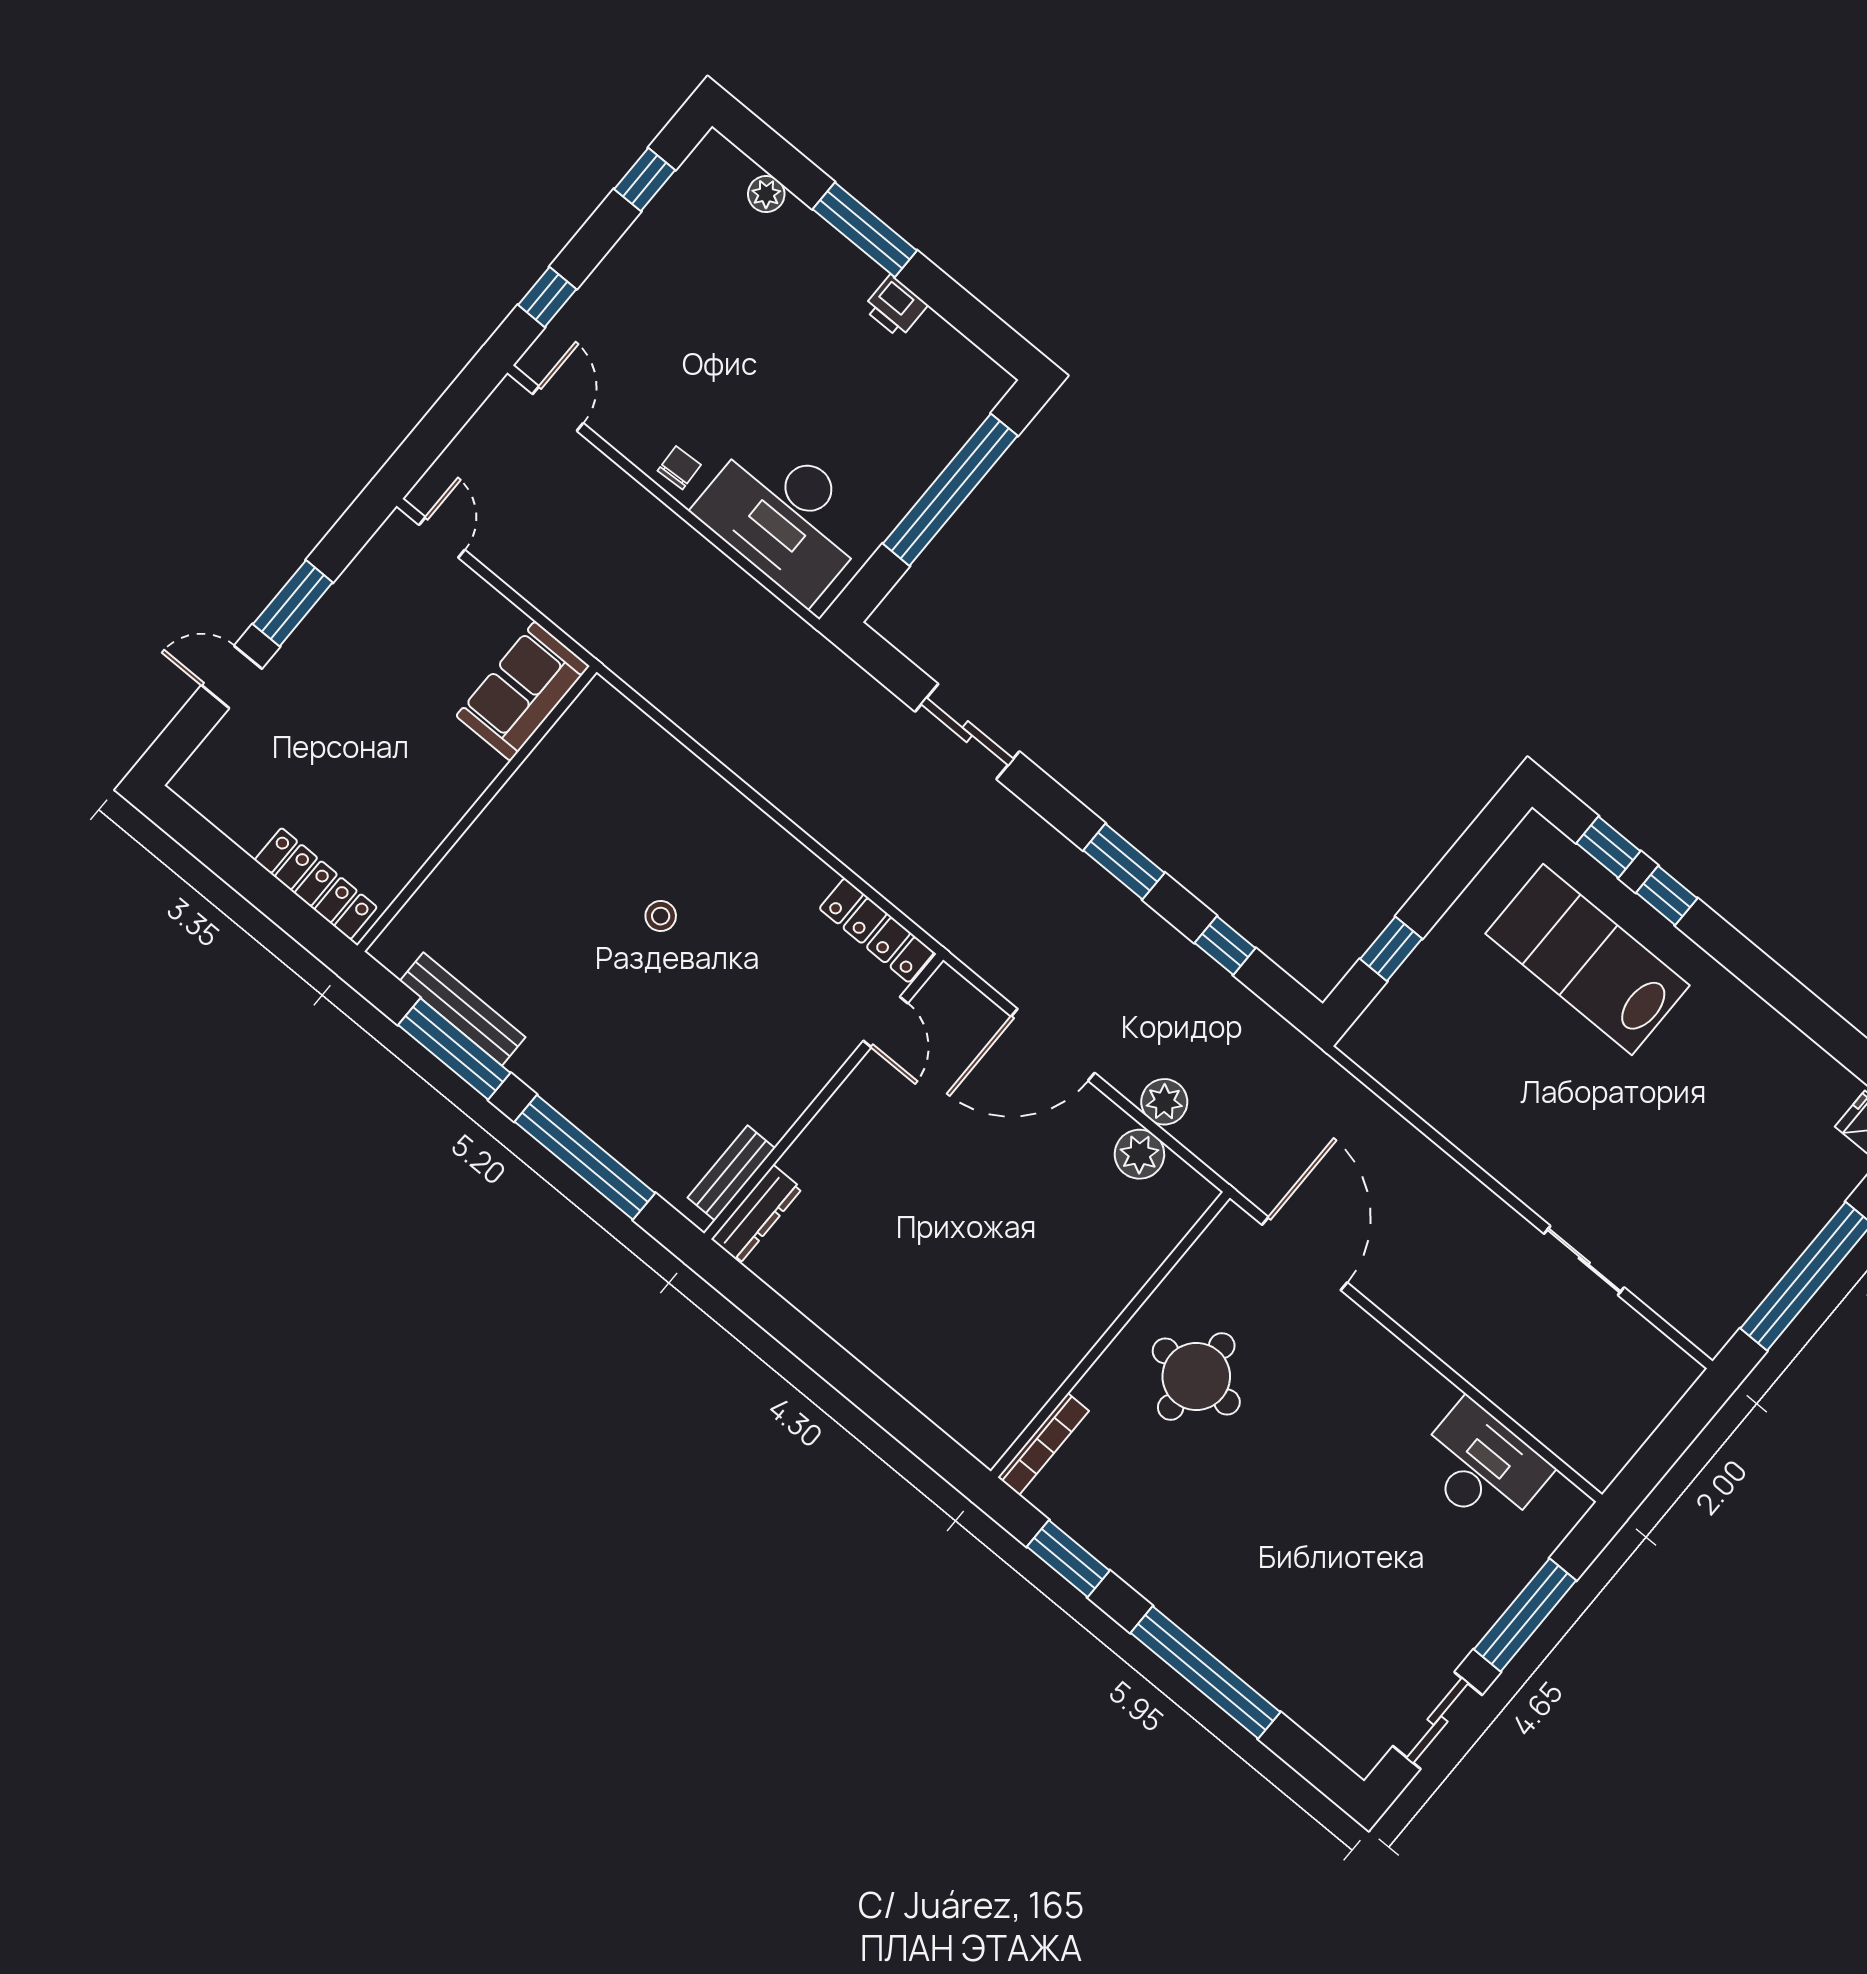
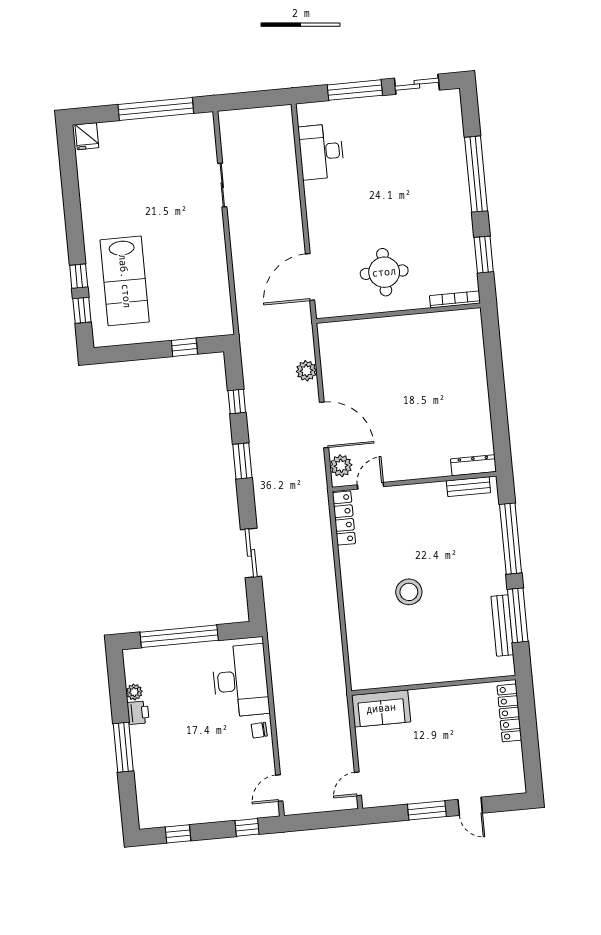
plant: (766, 194) -> (134, 692), moved
stool: (661, 916) -> (409, 592), width x1.89, depth x1.89
plant: (1139, 1154) -> (341, 466), moved

